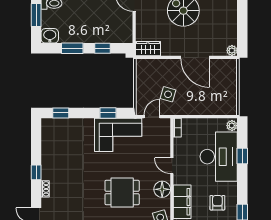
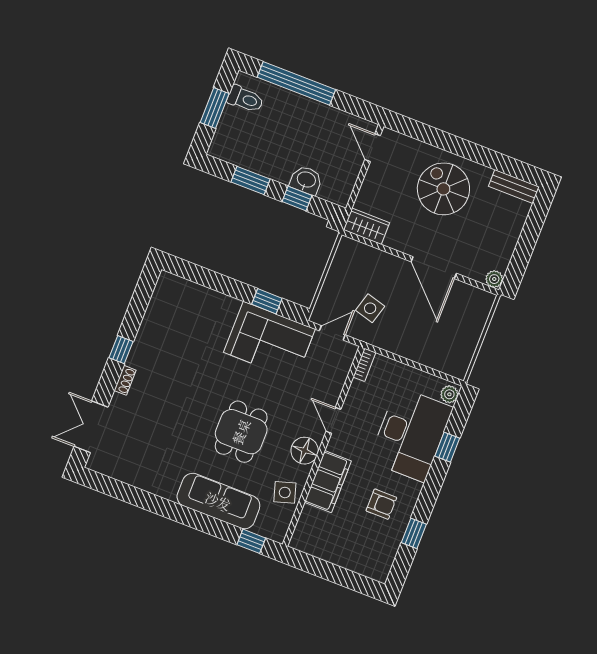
washbasin: (50, 36) -> (306, 180), moved
window: (61, 113) -> (194, 273), removed
dining table: (122, 192) -> (241, 432), turned 90
armchair: (217, 203) -> (381, 504), turned 90

